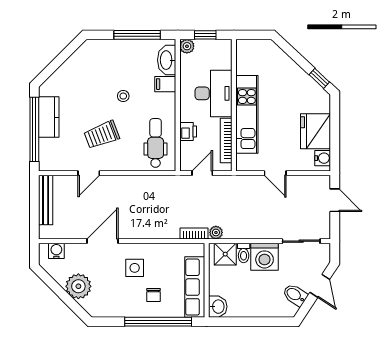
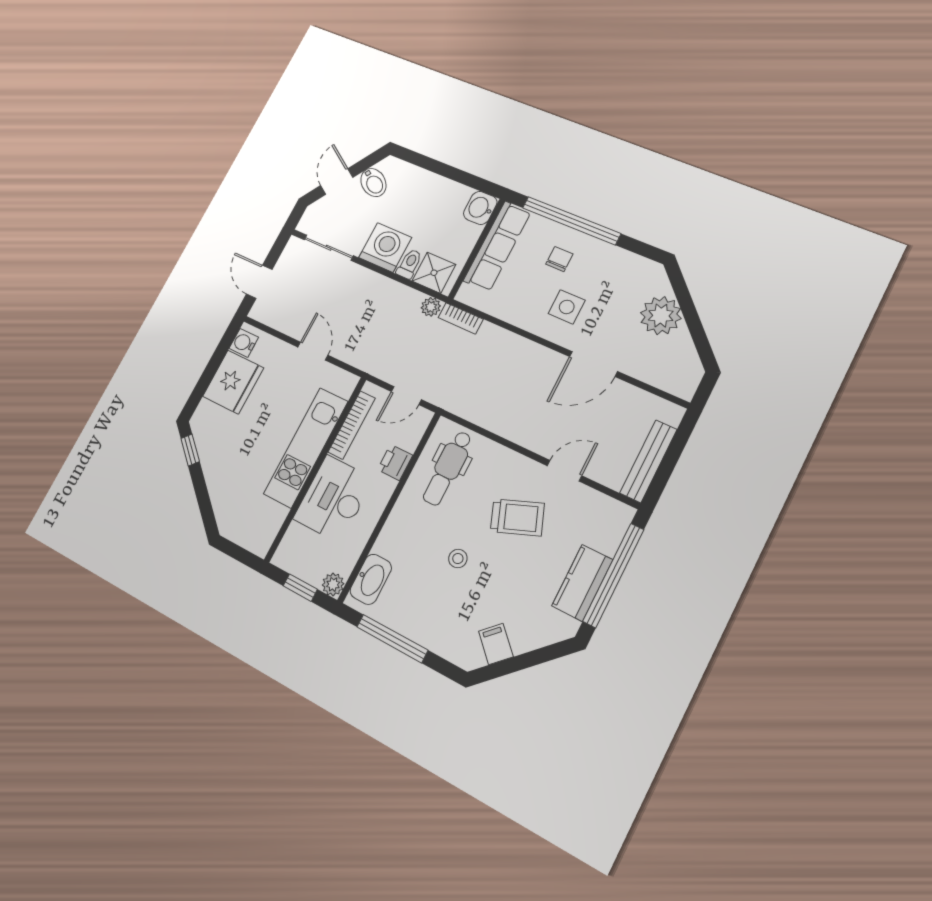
filing cabinet: (165, 84) -> (496, 644), moved, turned -135
water cooler: (56, 251) -> (669, 380), removed

